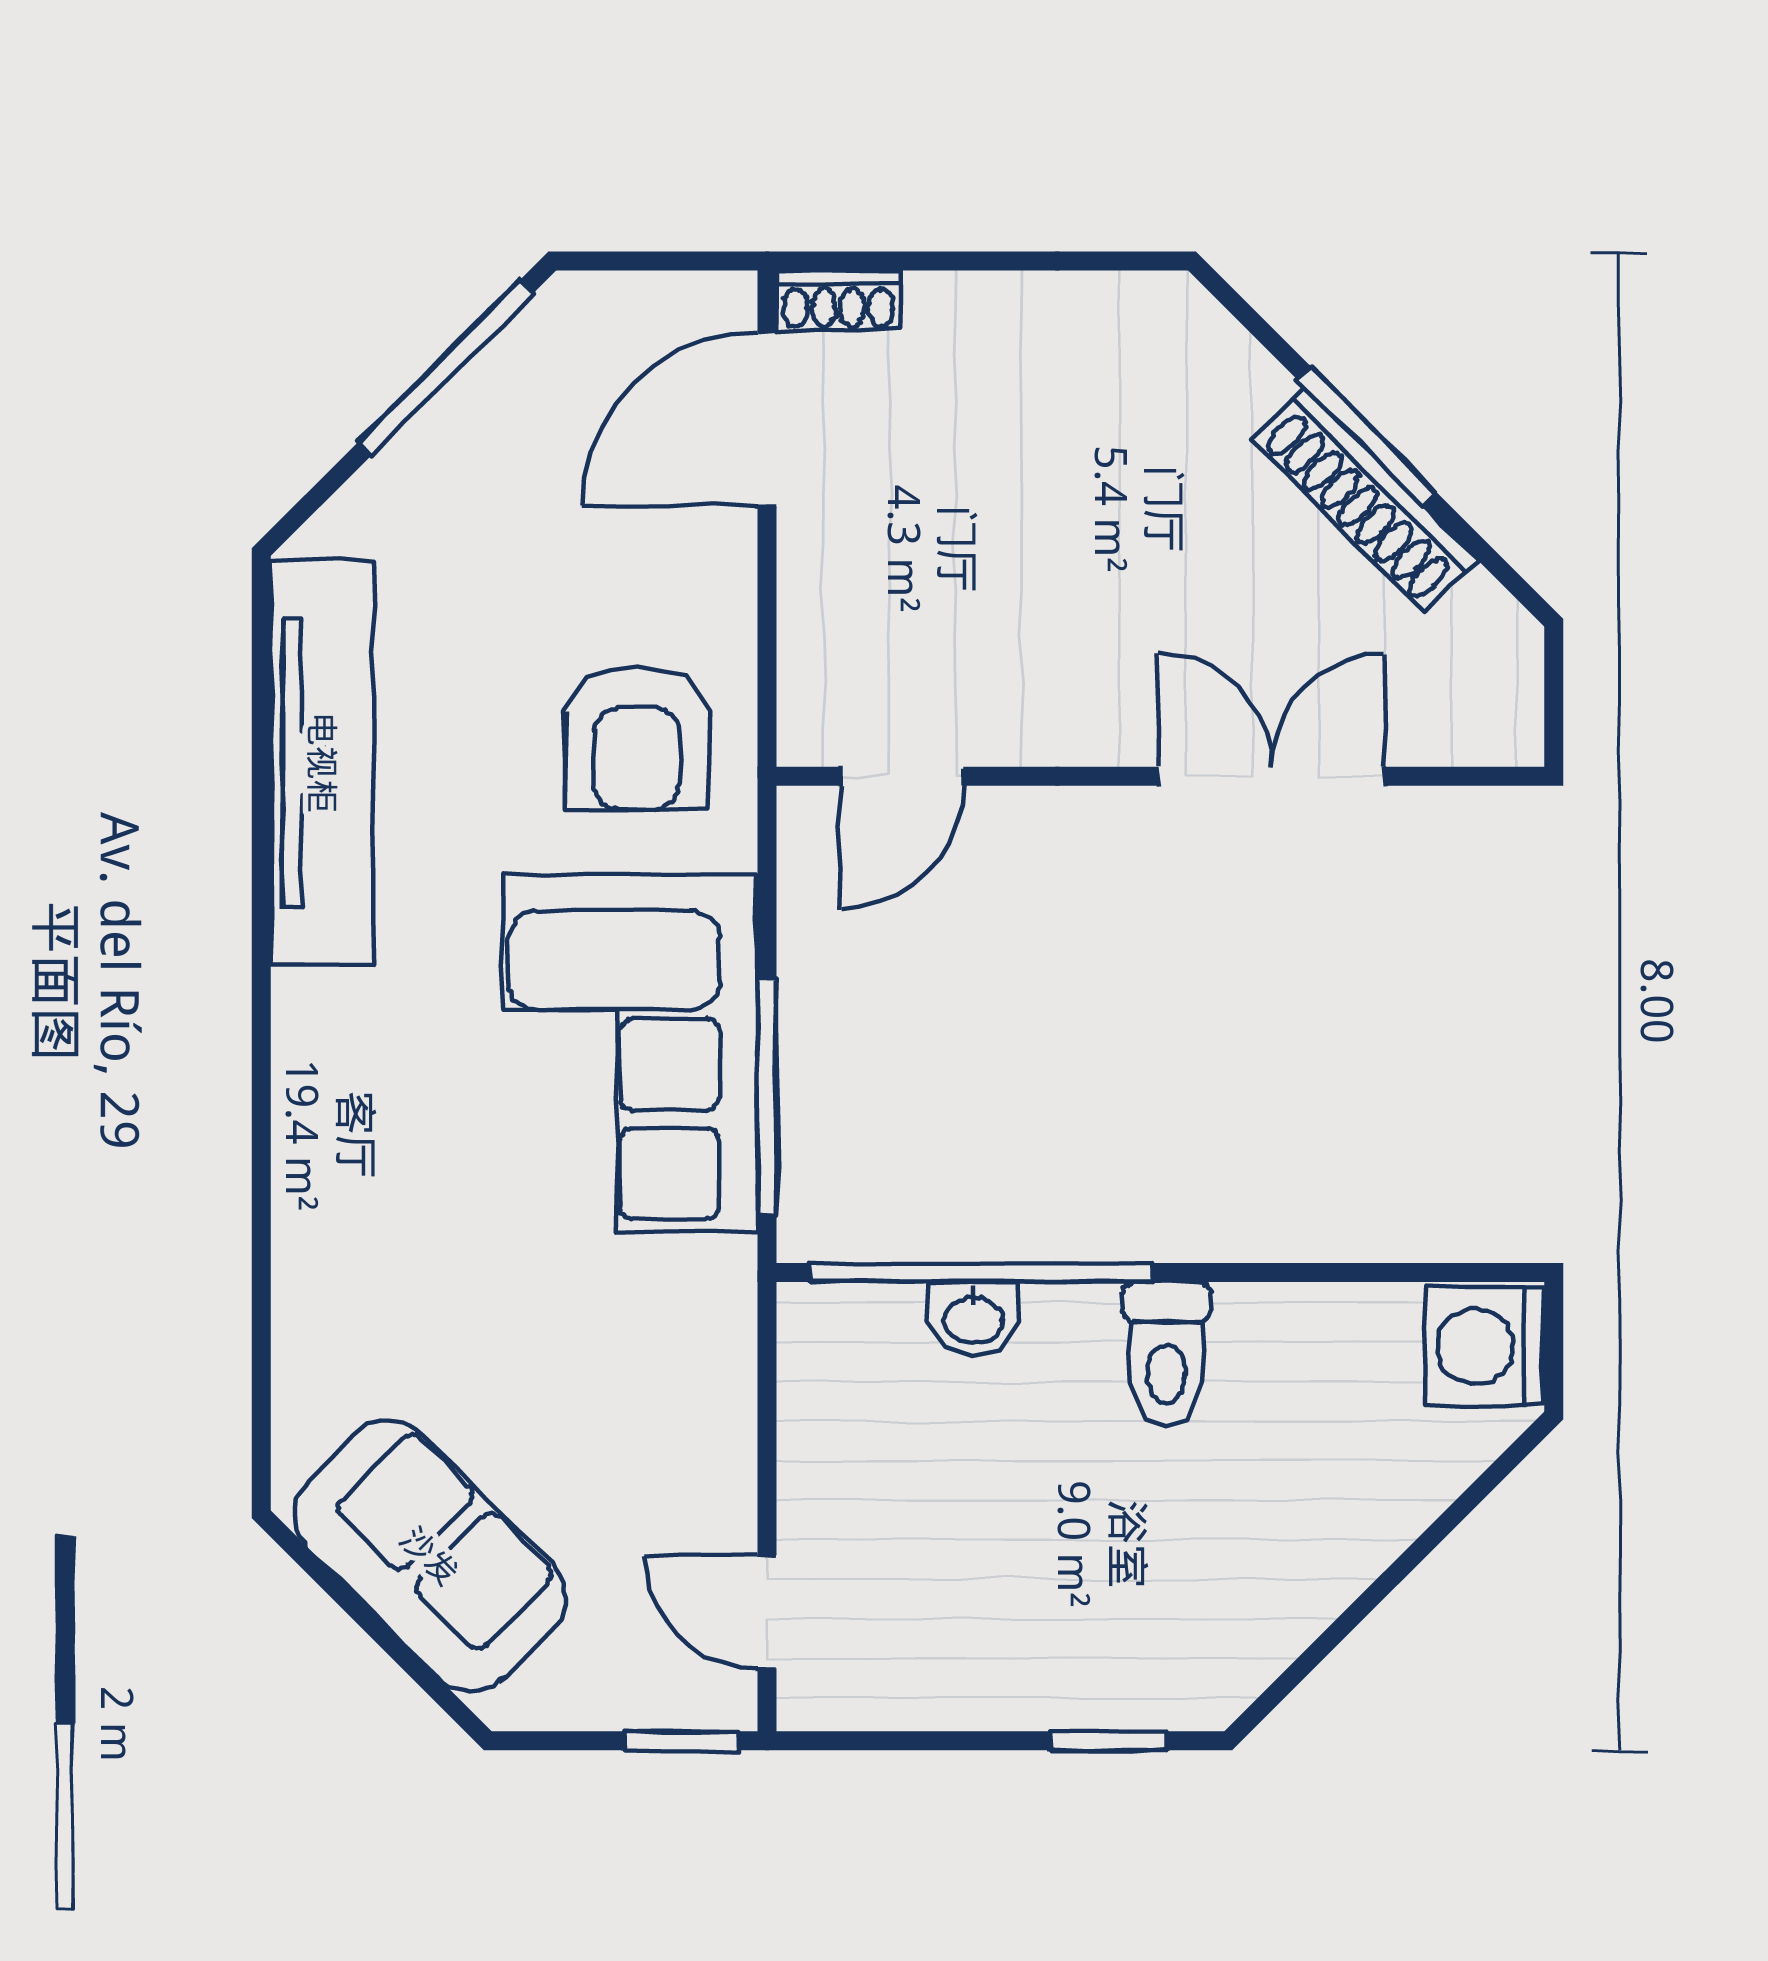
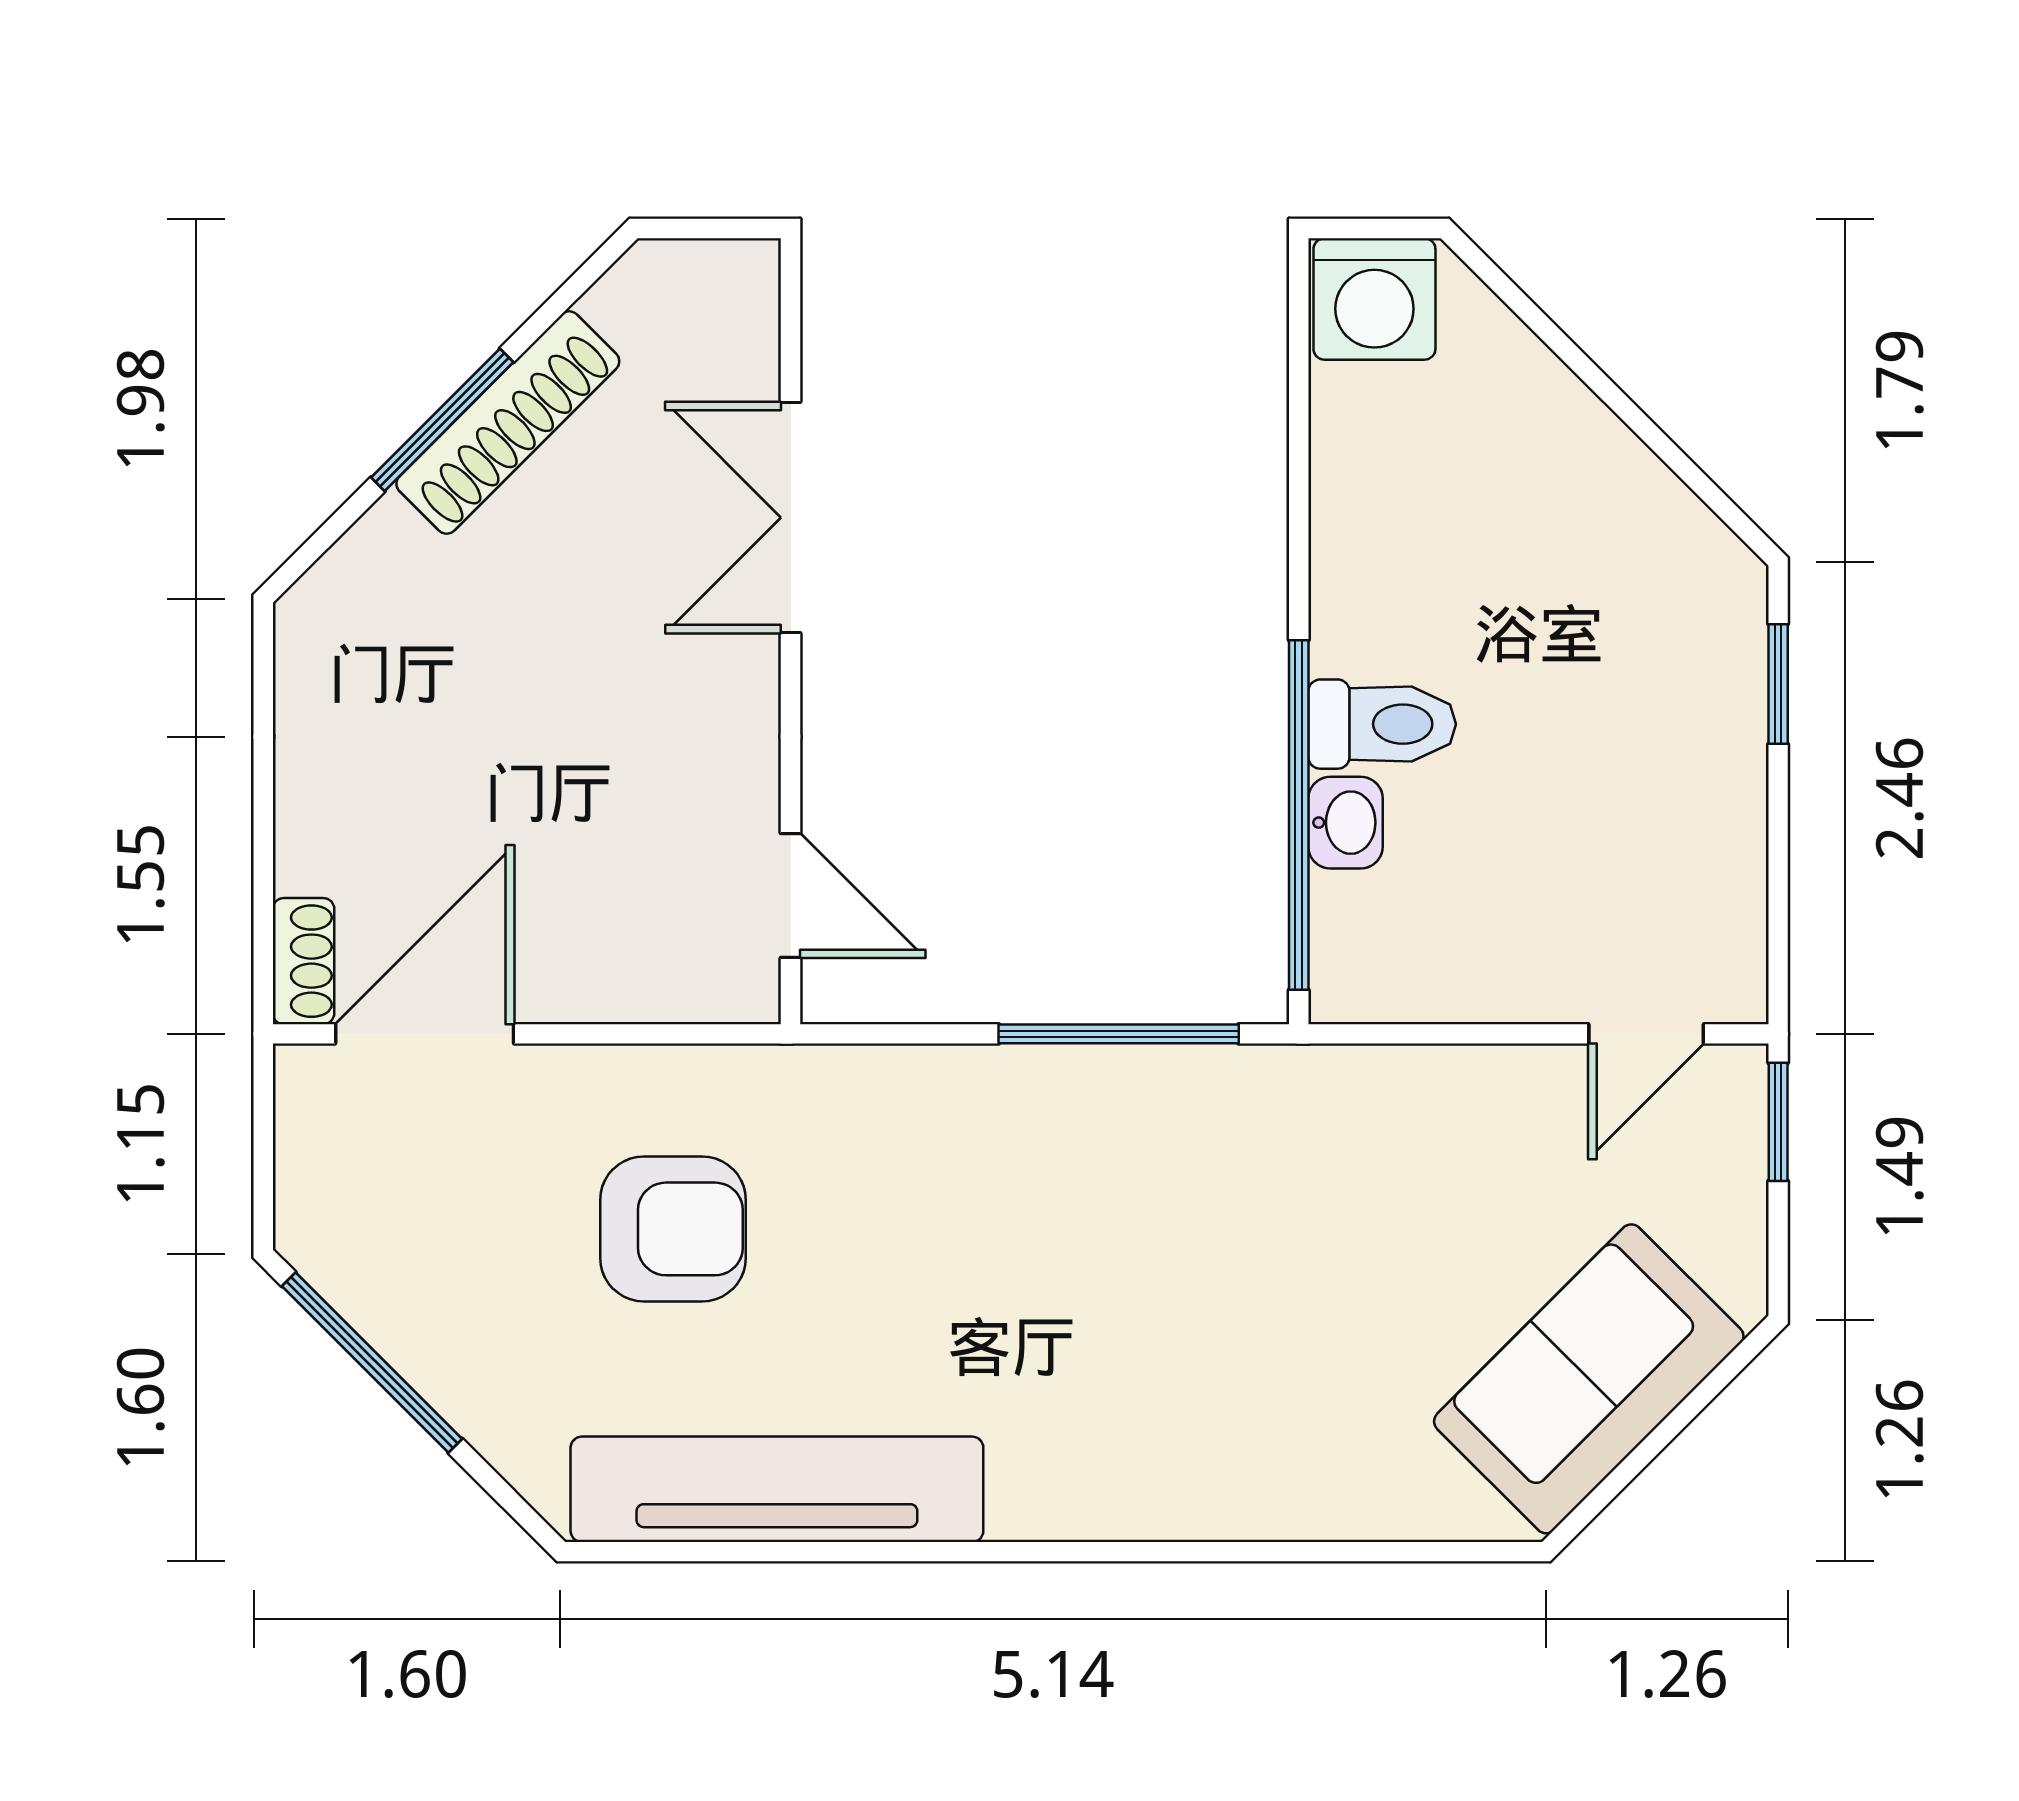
door: (767, 419) -> (425, 1034), swing flipped
armchair: (636, 739) -> (673, 1229), moved
corner sofa: (630, 1053) -> (1074, 1174), removed
toilet: (1166, 1354) -> (1382, 724), moved

